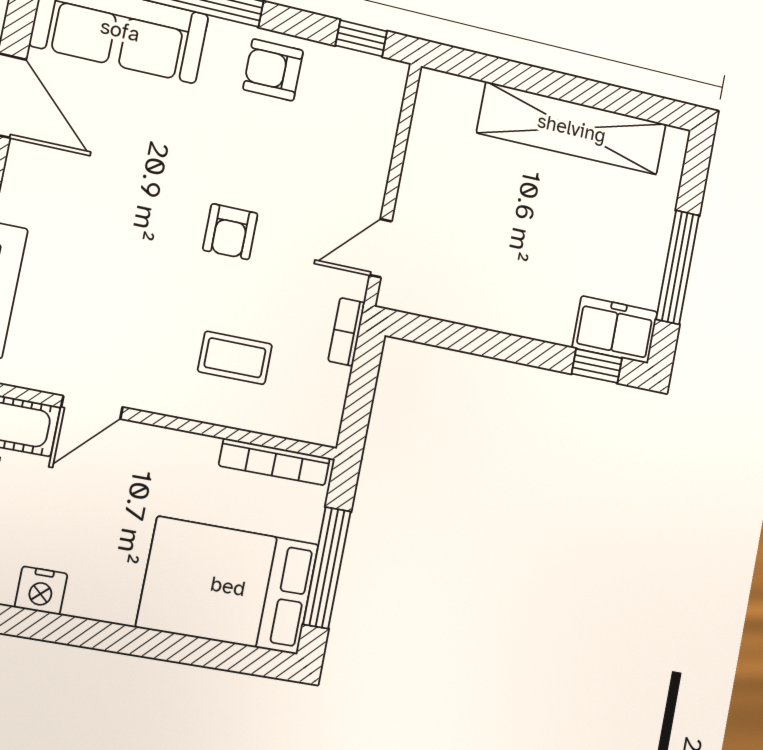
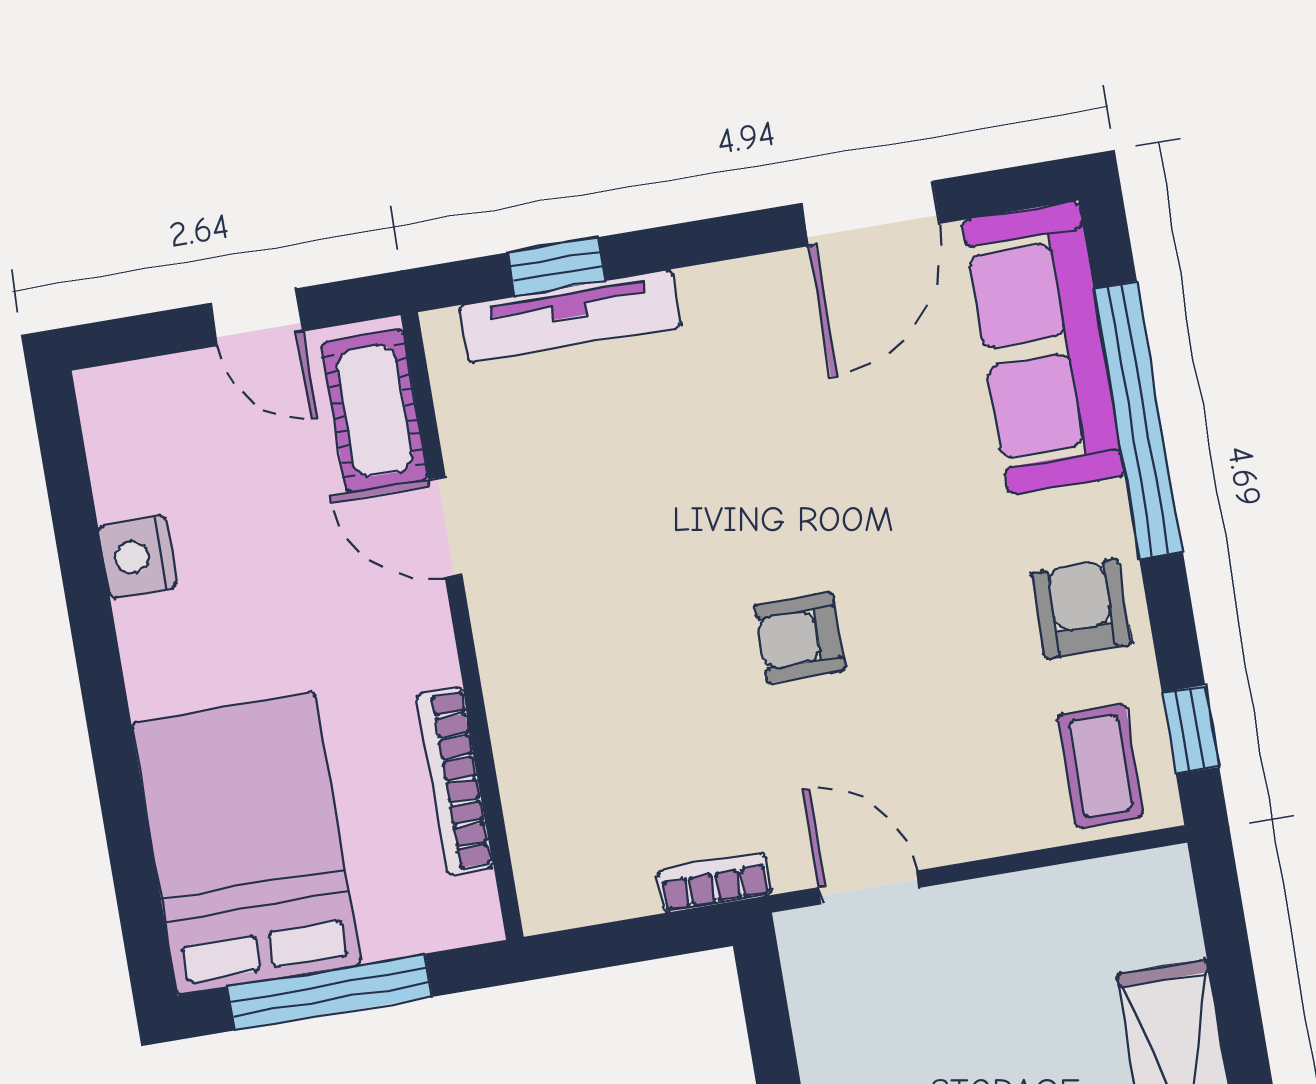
coffee table: (235, 358) -> (1101, 766), moved
bookcase: (274, 462) -> (455, 781), moved

